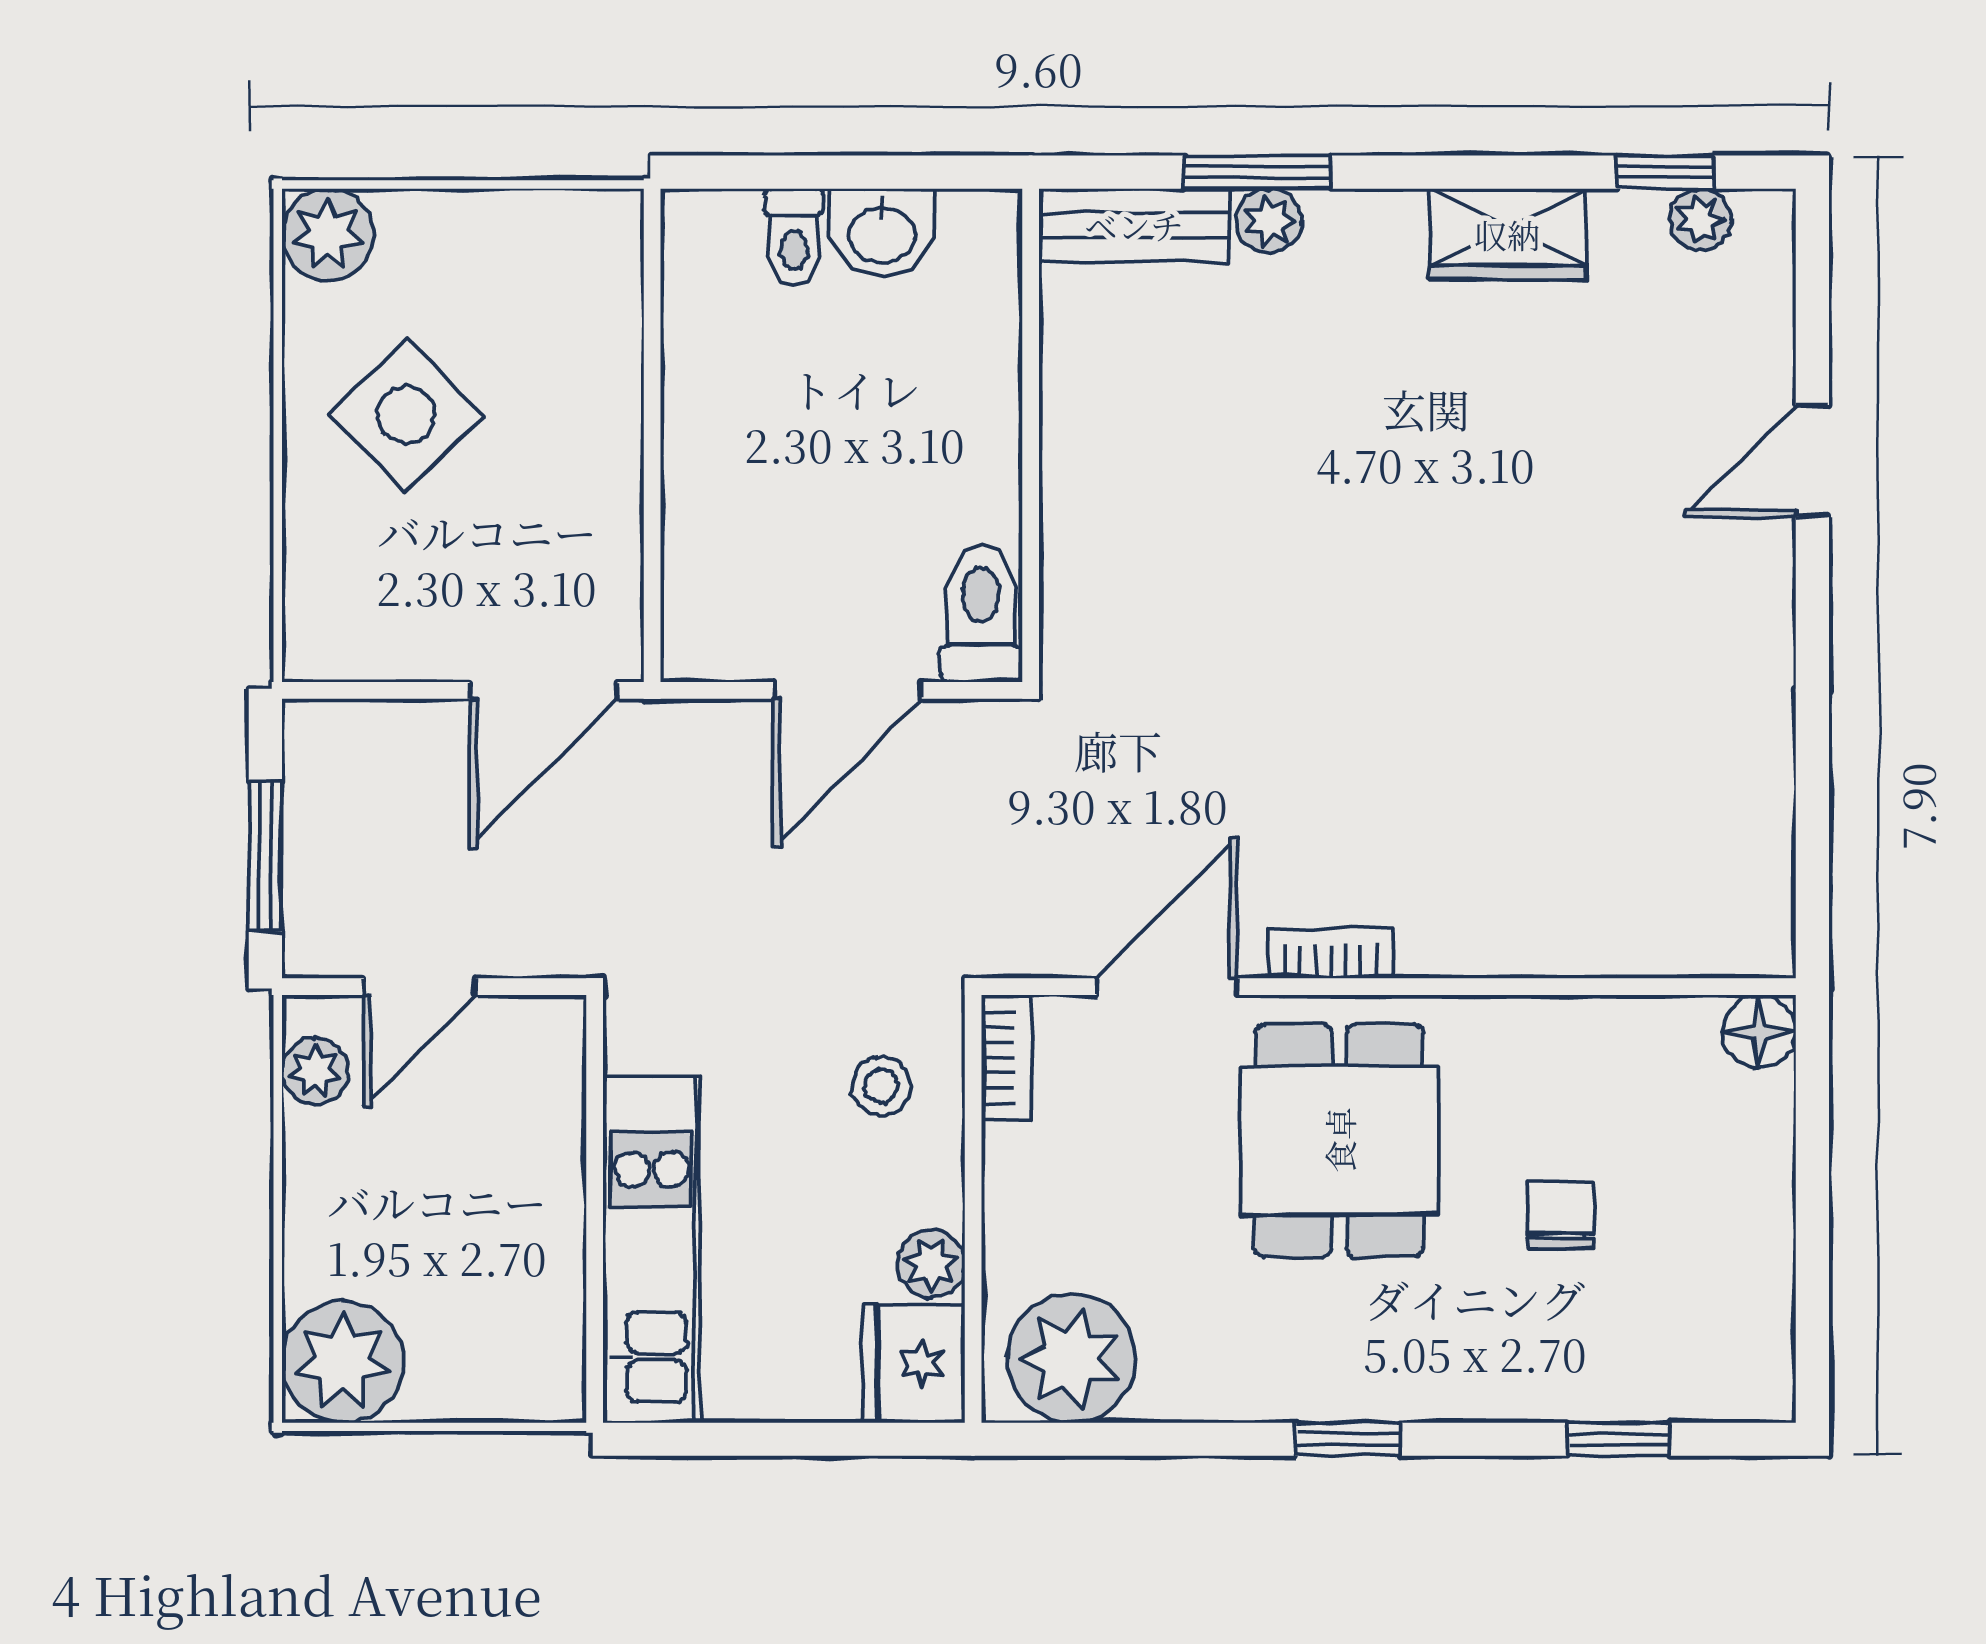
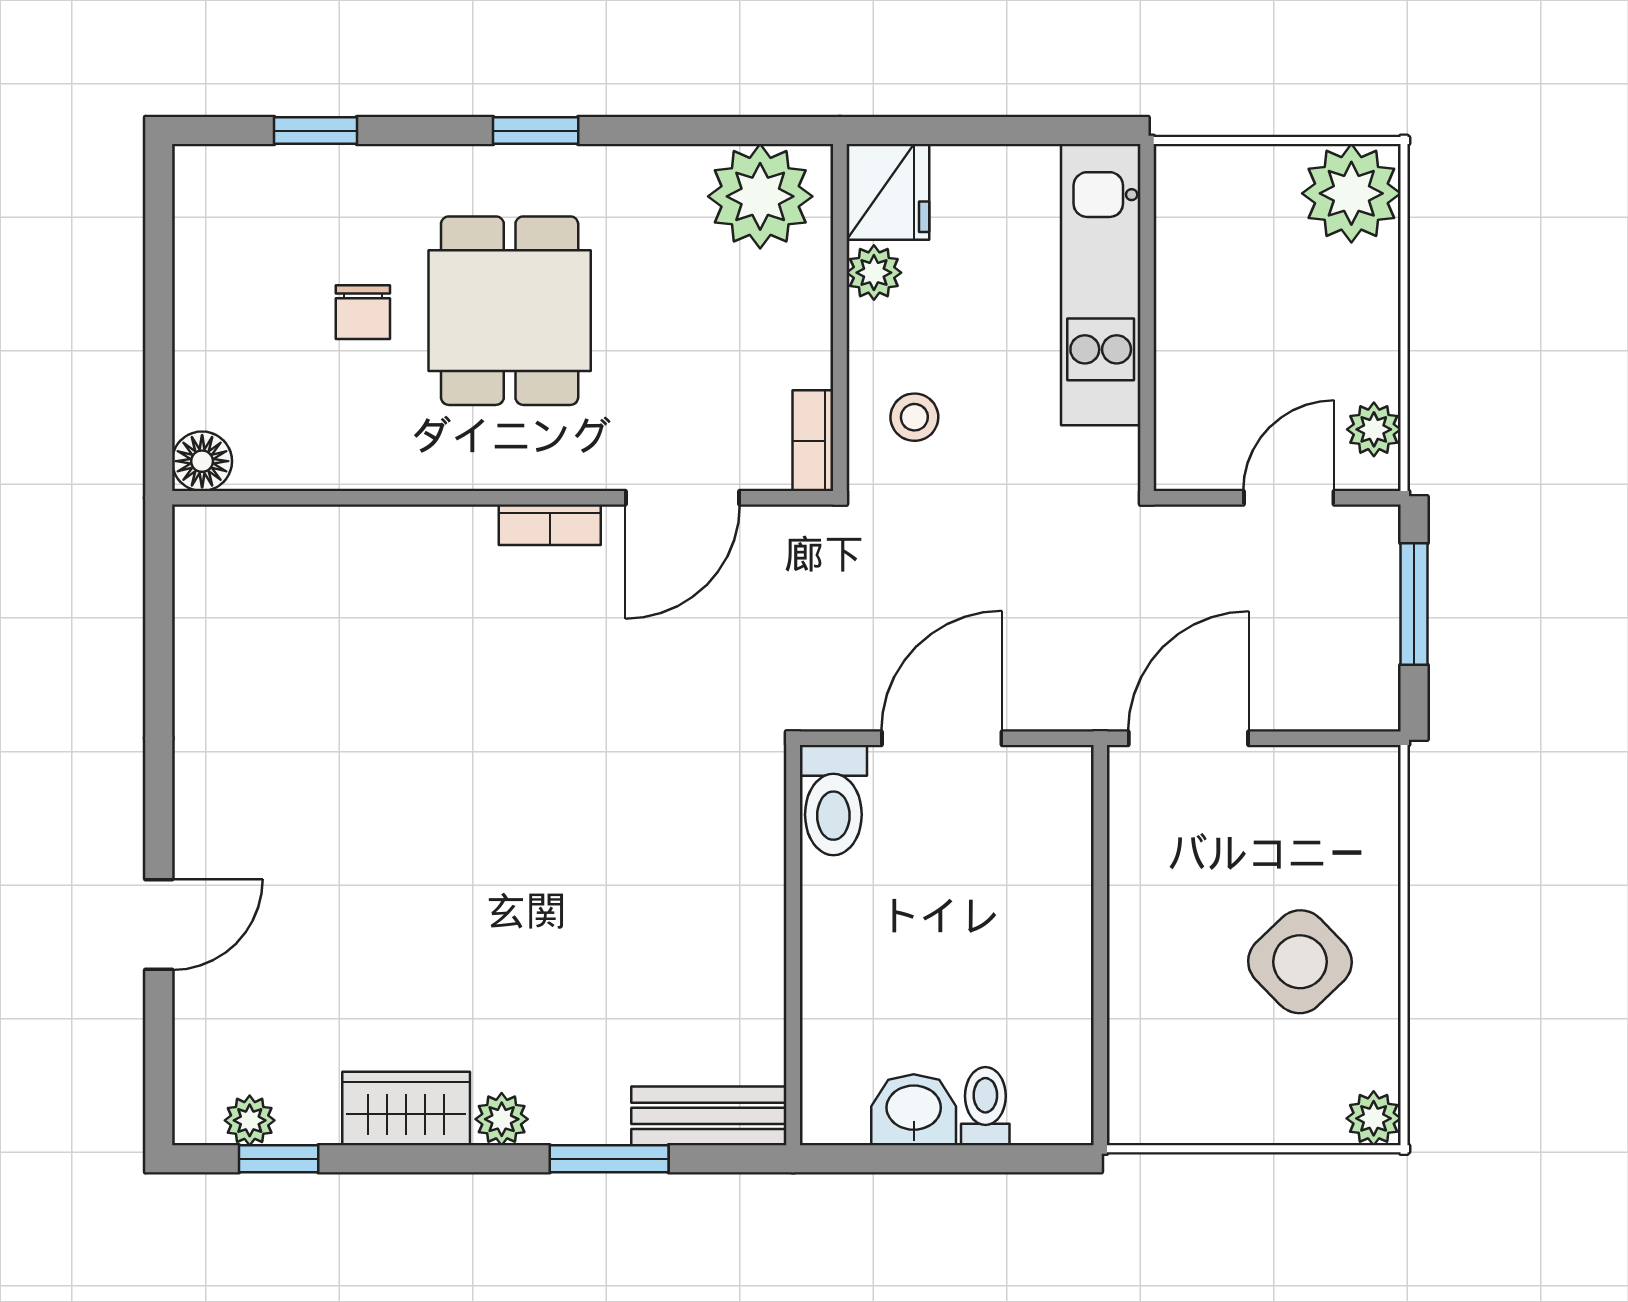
plant: (1269, 221) -> (502, 1119), moved
plant: (328, 235) -> (1374, 1118), width x0.73, depth x0.73
dining table: (1339, 1140) -> (510, 311), moved

